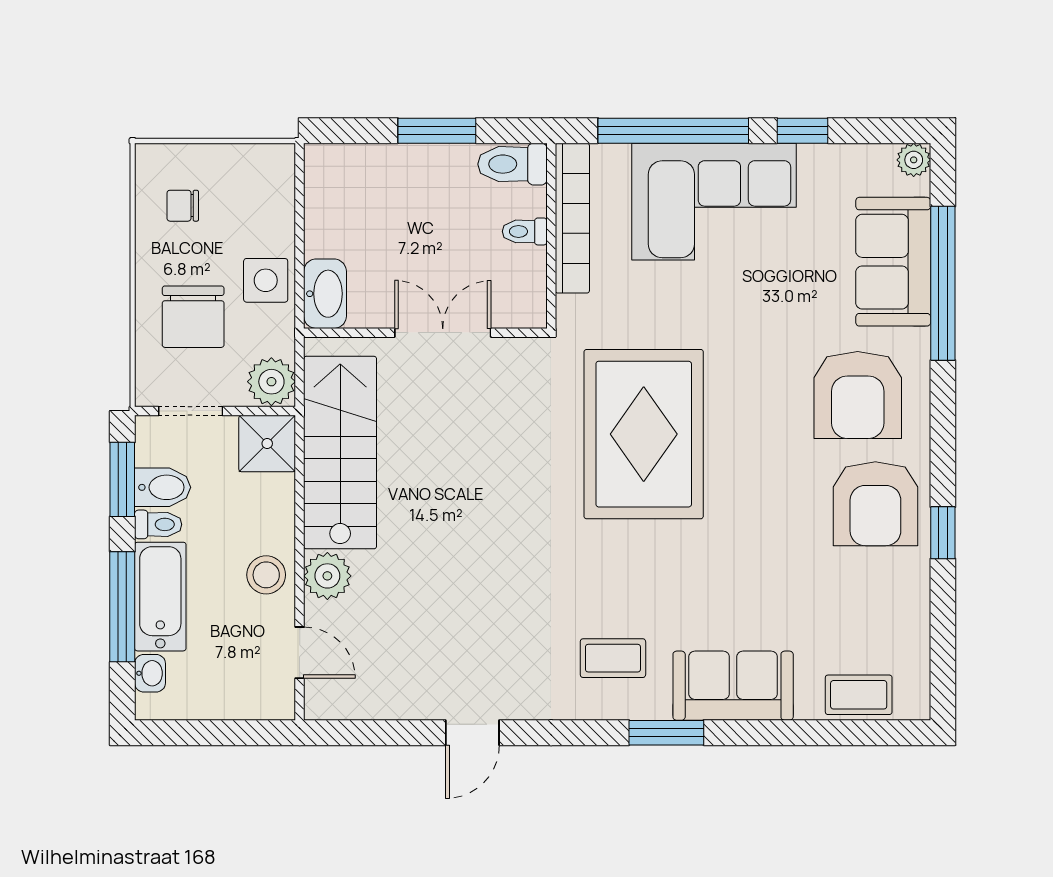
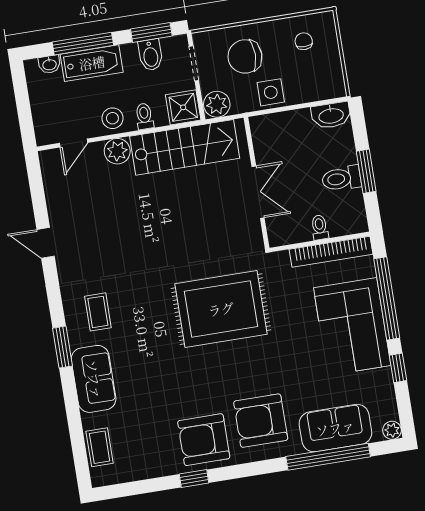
toilet: (512, 164) -> (341, 178), moved, turned -90
washbasin: (325, 294) -> (331, 115), moved
toilet: (158, 524) -> (144, 116), moved, turned 180

